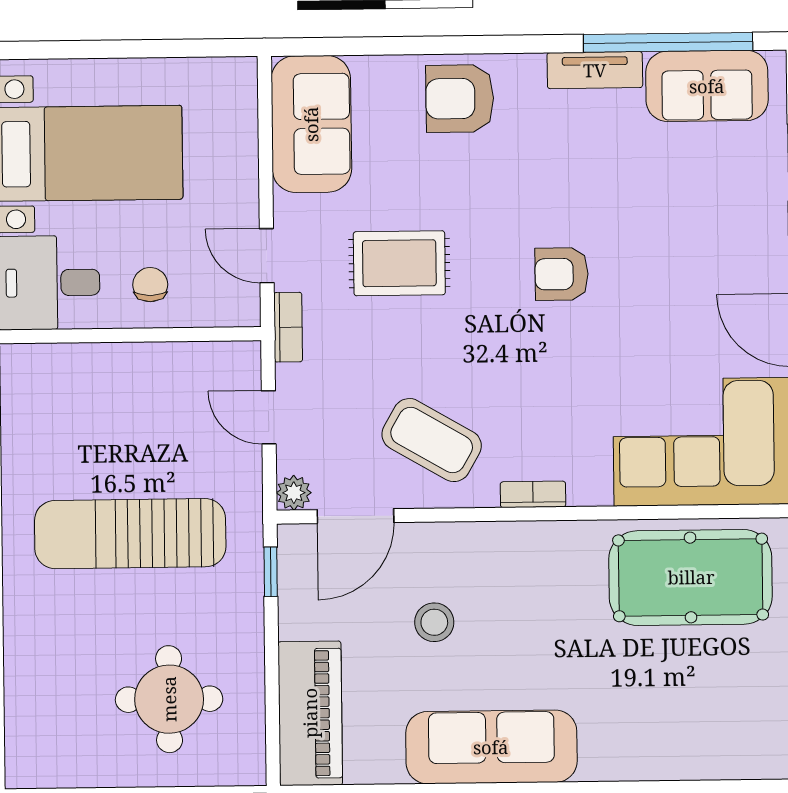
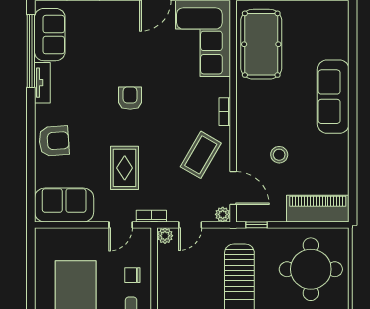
armchair: (460, 99) -> (54, 141), turned -94
armchair: (562, 274) -> (130, 98), turned 180
plant: (243, 359) -> (165, 236), added
round table: (169, 699) -> (311, 269), width x1.36, depth x1.36
sofa: (491, 747) -> (333, 97), moved

